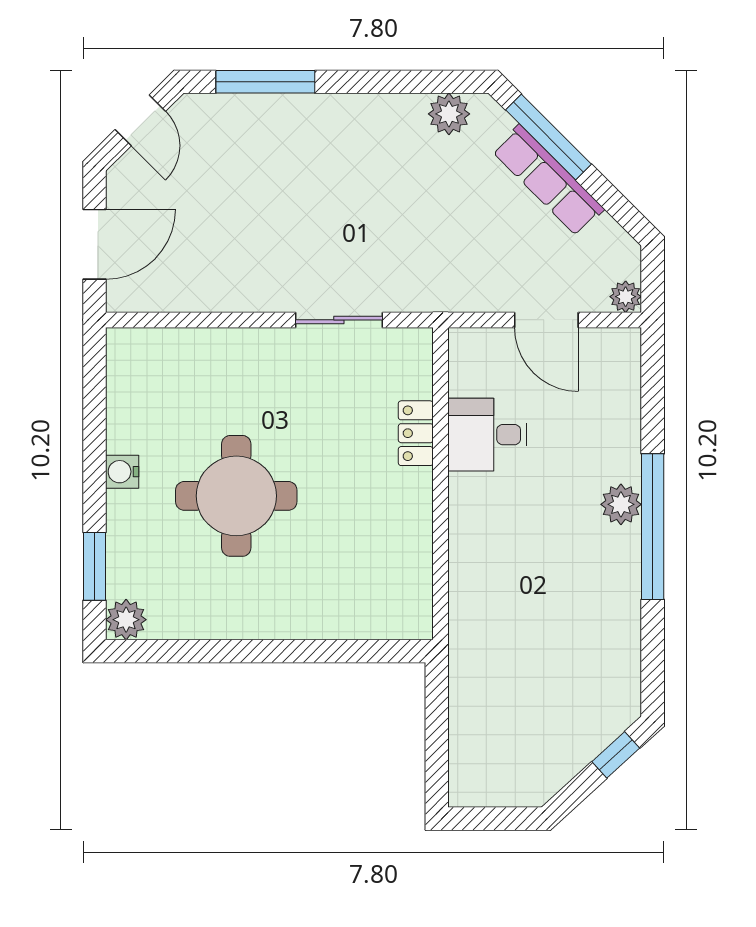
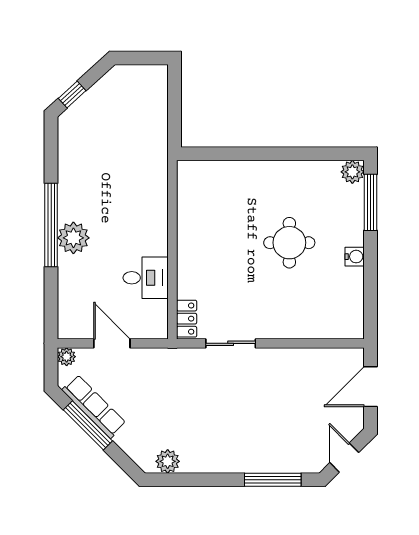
window: (549, 137) -> (88, 425), moved
row of seats: (548, 180) -> (94, 406), moved
locker: (416, 433) -> (187, 319), moved
round table: (236, 496) -> (289, 243), width x0.73, depth x0.73
plant: (621, 504) -> (73, 238), width x1.36, depth x1.36
window: (94, 566) -> (371, 202), width x1.44

